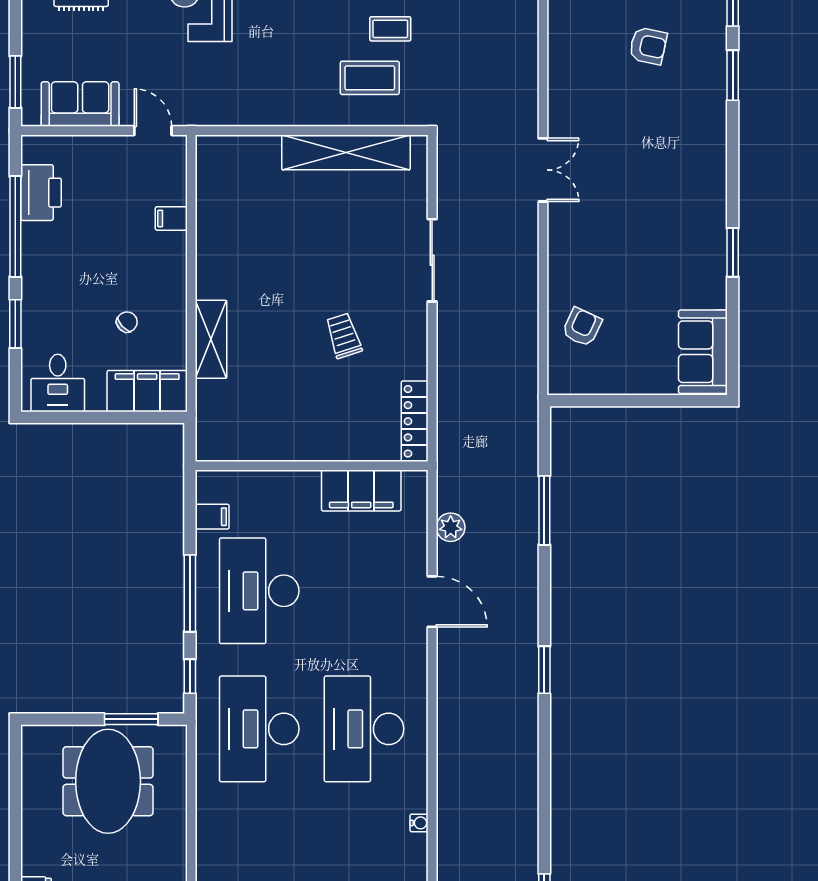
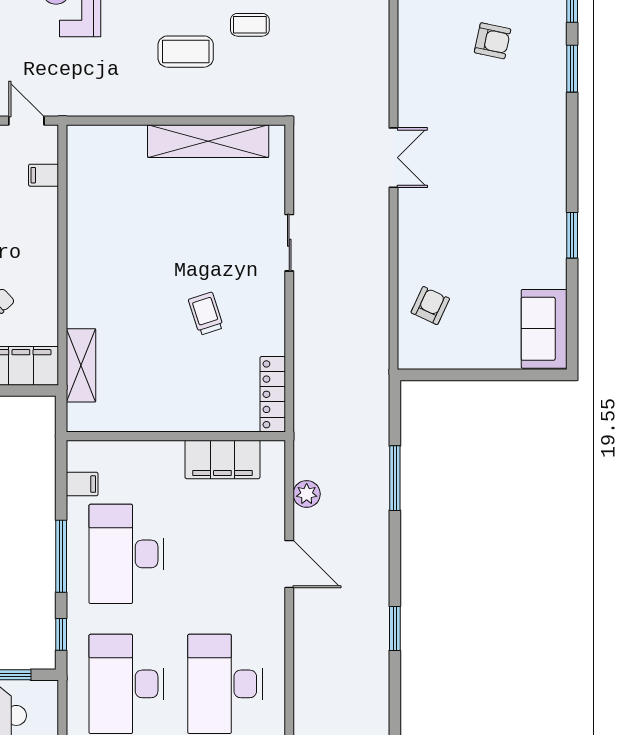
coffee table: (370, 78) -> (186, 52), moved
filing cabinet: (171, 218) -> (44, 175), moved
sliding door: (432, 260) -> (289, 243), width x0.73
shelving: (211, 339) -> (81, 365), moved

